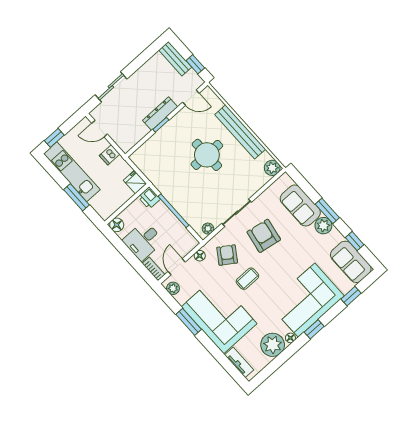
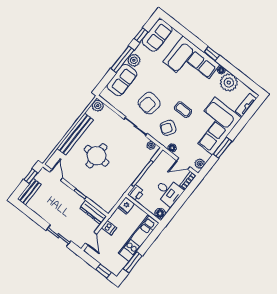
dresser: (160, 114) -> (93, 212), moved
kitchen unit: (72, 172) -> (139, 238), moved
window: (76, 197) -> (133, 262), moved
window: (327, 211) -> (122, 59), width x1.44
window: (351, 296) -> (183, 31), removed

